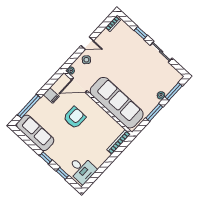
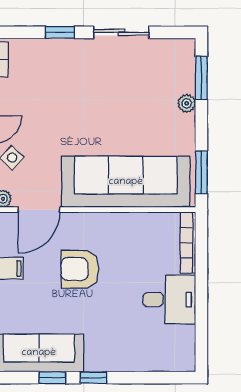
window: (154, 112) -> (201, 172), moved
armchair: (75, 118) -> (80, 269), turned -90
desk: (82, 169) -> (169, 300), moved
window: (63, 173) -> (52, 378), moved

